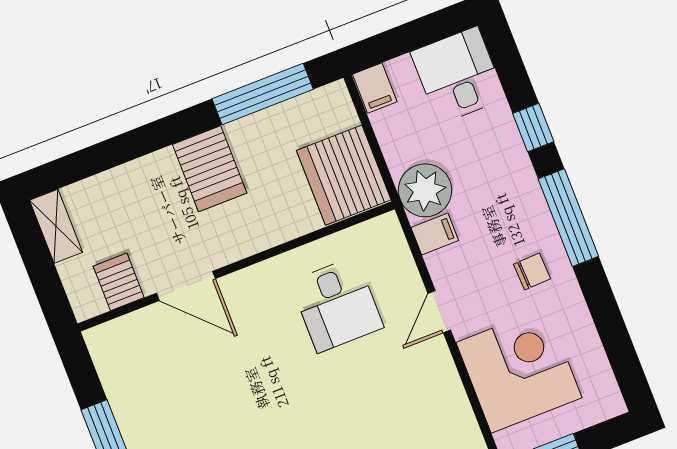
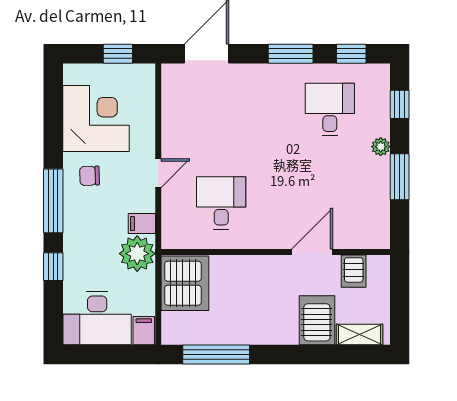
desk: (458, 75) -> (97, 318), width x1.37
server rack: (210, 169) -> (317, 320), moved
shelving: (56, 226) -> (360, 335), moved, turned 90
door: (186, 286) -> (312, 252), hinge flipped
corner desk: (519, 370) -> (96, 118), moved, turned 180

